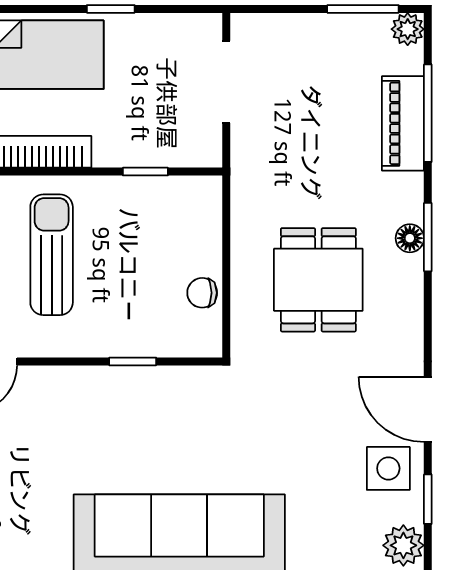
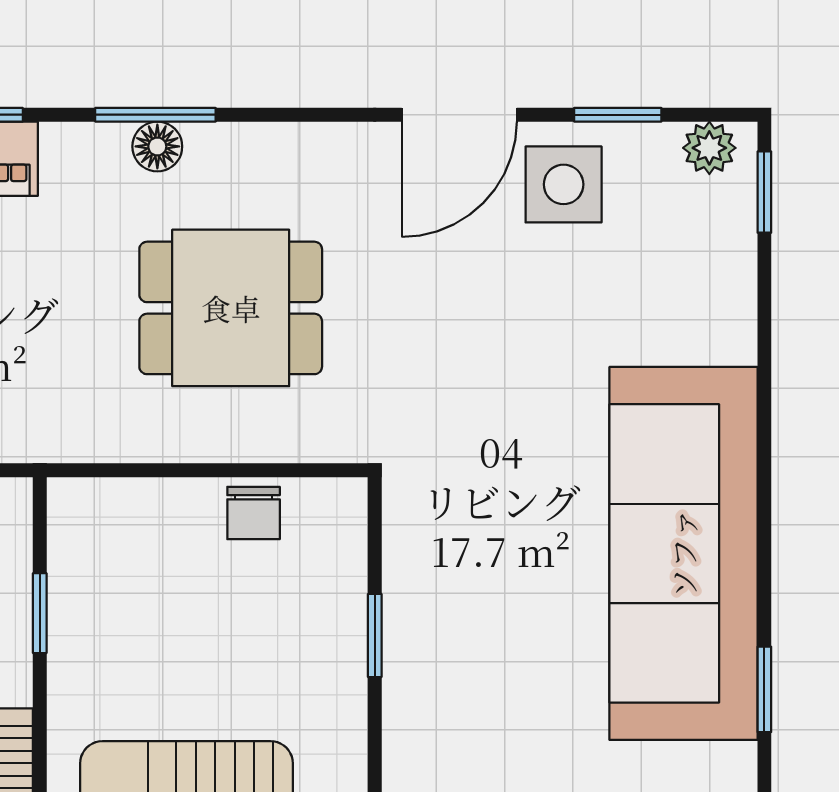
plant: (403, 545) -> (709, 148), width x0.73, depth x0.73

